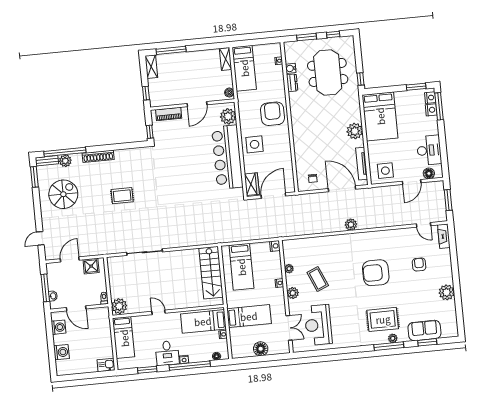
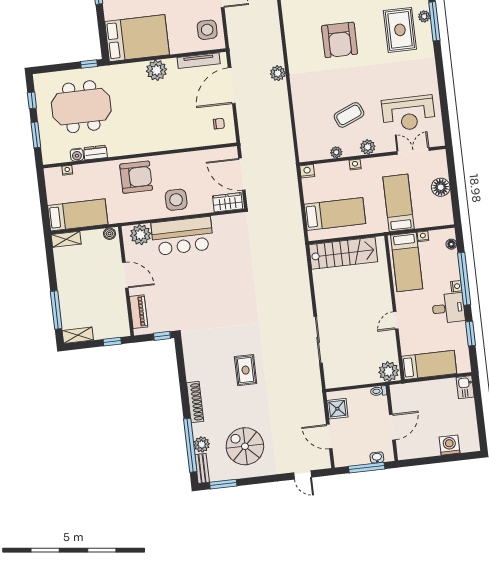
armchair: (273, 114) -> (136, 177), turned 180
bar counter: (227, 157) -> (182, 236), width x0.73
washing machine: (59, 327) -> (417, 449), removed

